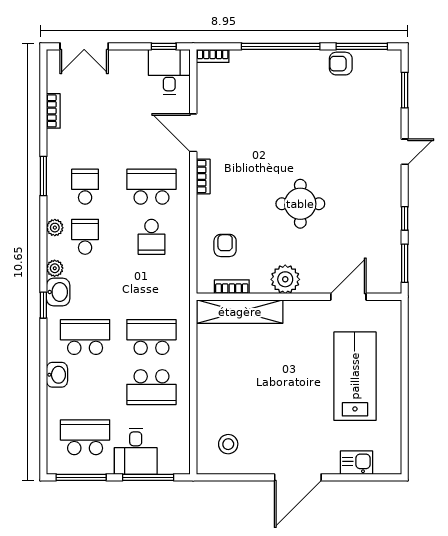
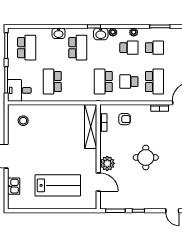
plant: (285, 279) -> (107, 163), moved
school desk: (151, 337) -> (103, 82), moved, turned 180
desk: (136, 451) -> (19, 90), moved

